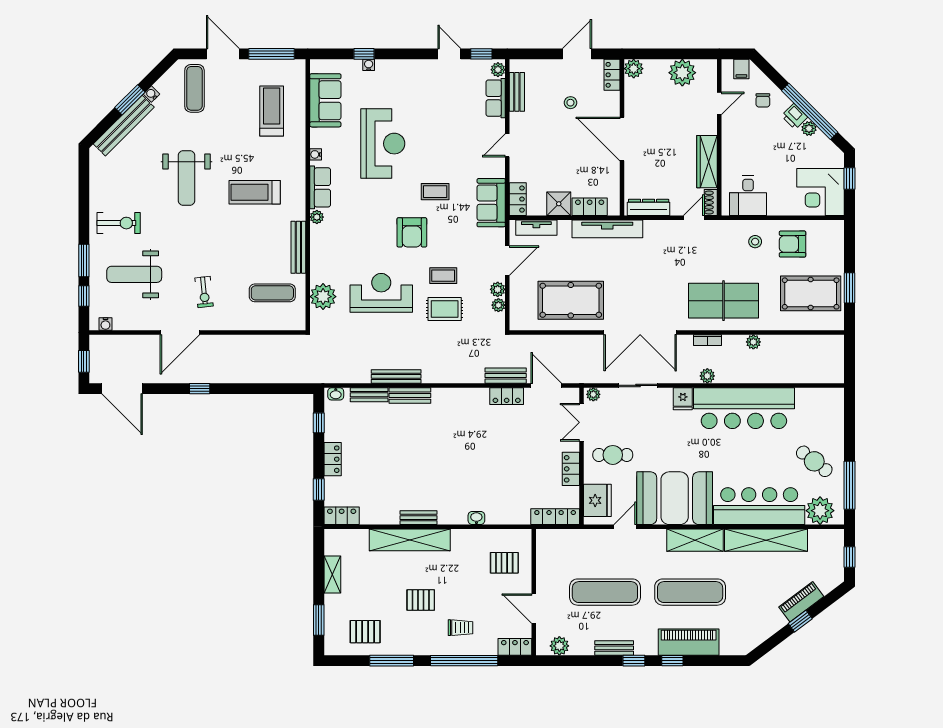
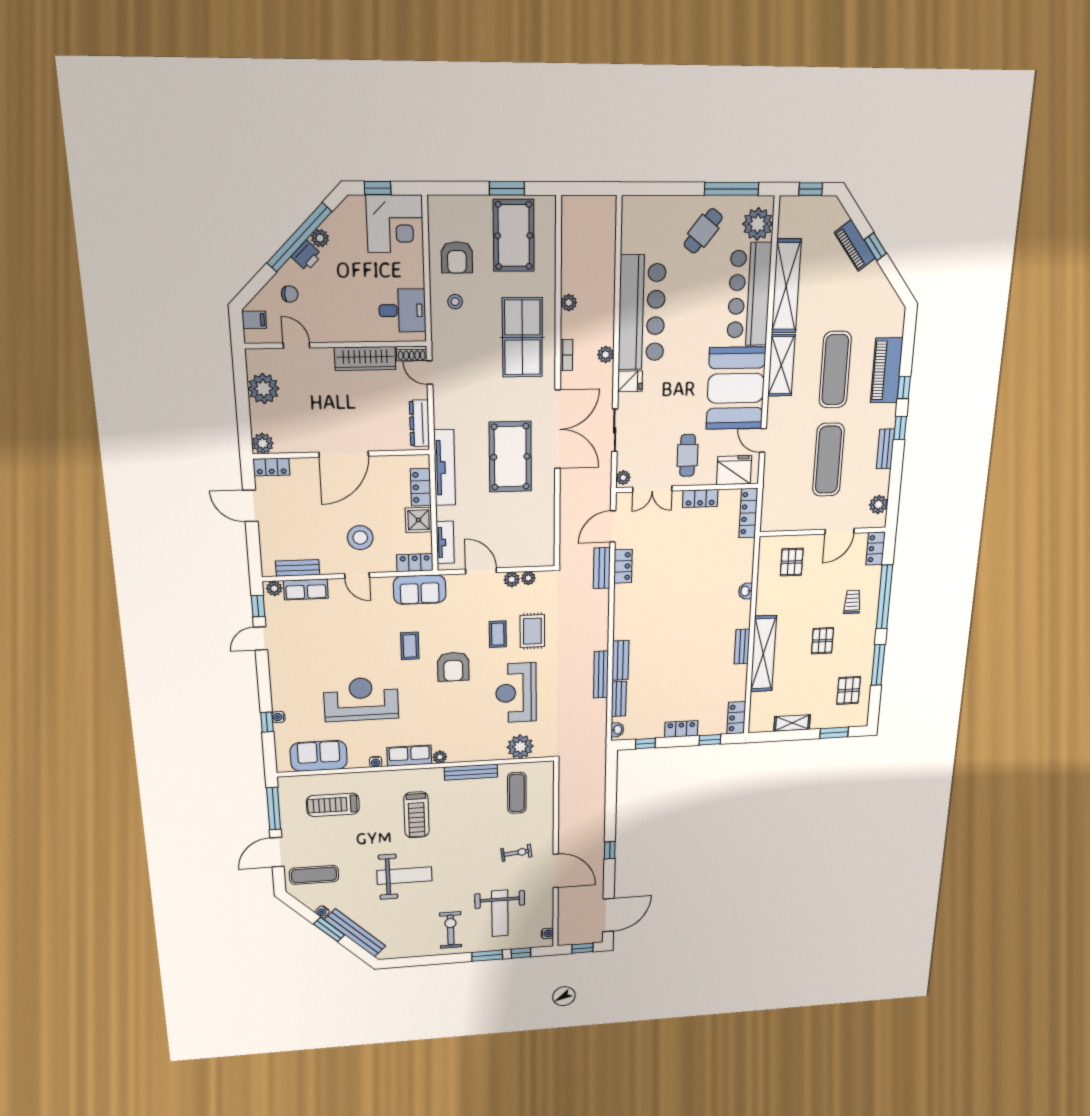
stool: (570, 103) -> (360, 538), moved, width x1.89, depth x1.89
armchair: (412, 232) -> (453, 667), turned 90
pool table: (571, 300) -> (510, 457), moved

